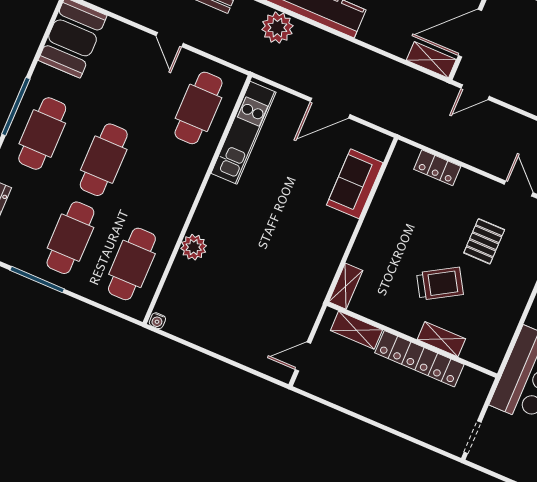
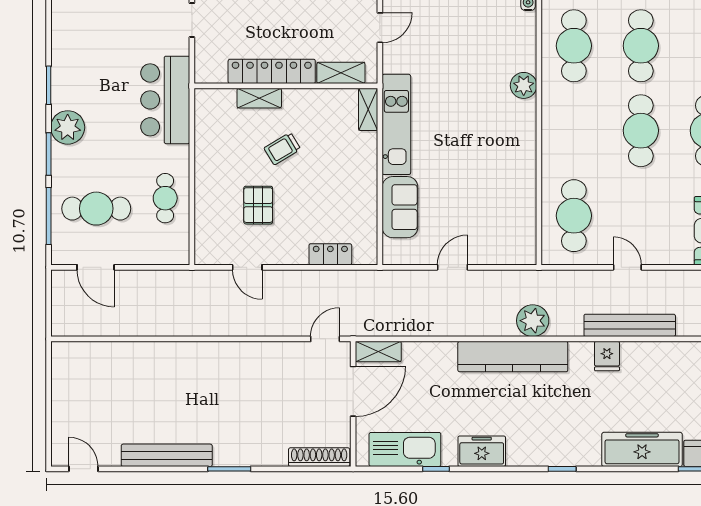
door: (330, 108) -> (452, 267), width x0.73
kitchen unit: (244, 133) -> (396, 124), moved, turned 180
trolley: (440, 284) -> (282, 149), width x0.73, depth x0.72

